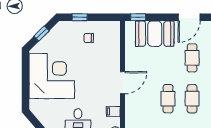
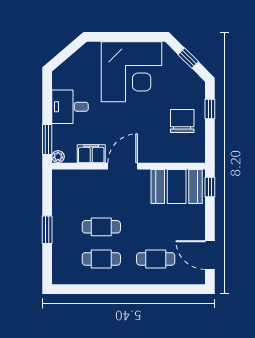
booth: (155, 34) -> (177, 186), moved, turned 90
chair: (89, 38) -> (182, 121), width x1.87, depth x1.87
door: (123, 83) -> (123, 166), swing flipped
filing cabinet: (113, 111) -> (91, 154), width x2.00

